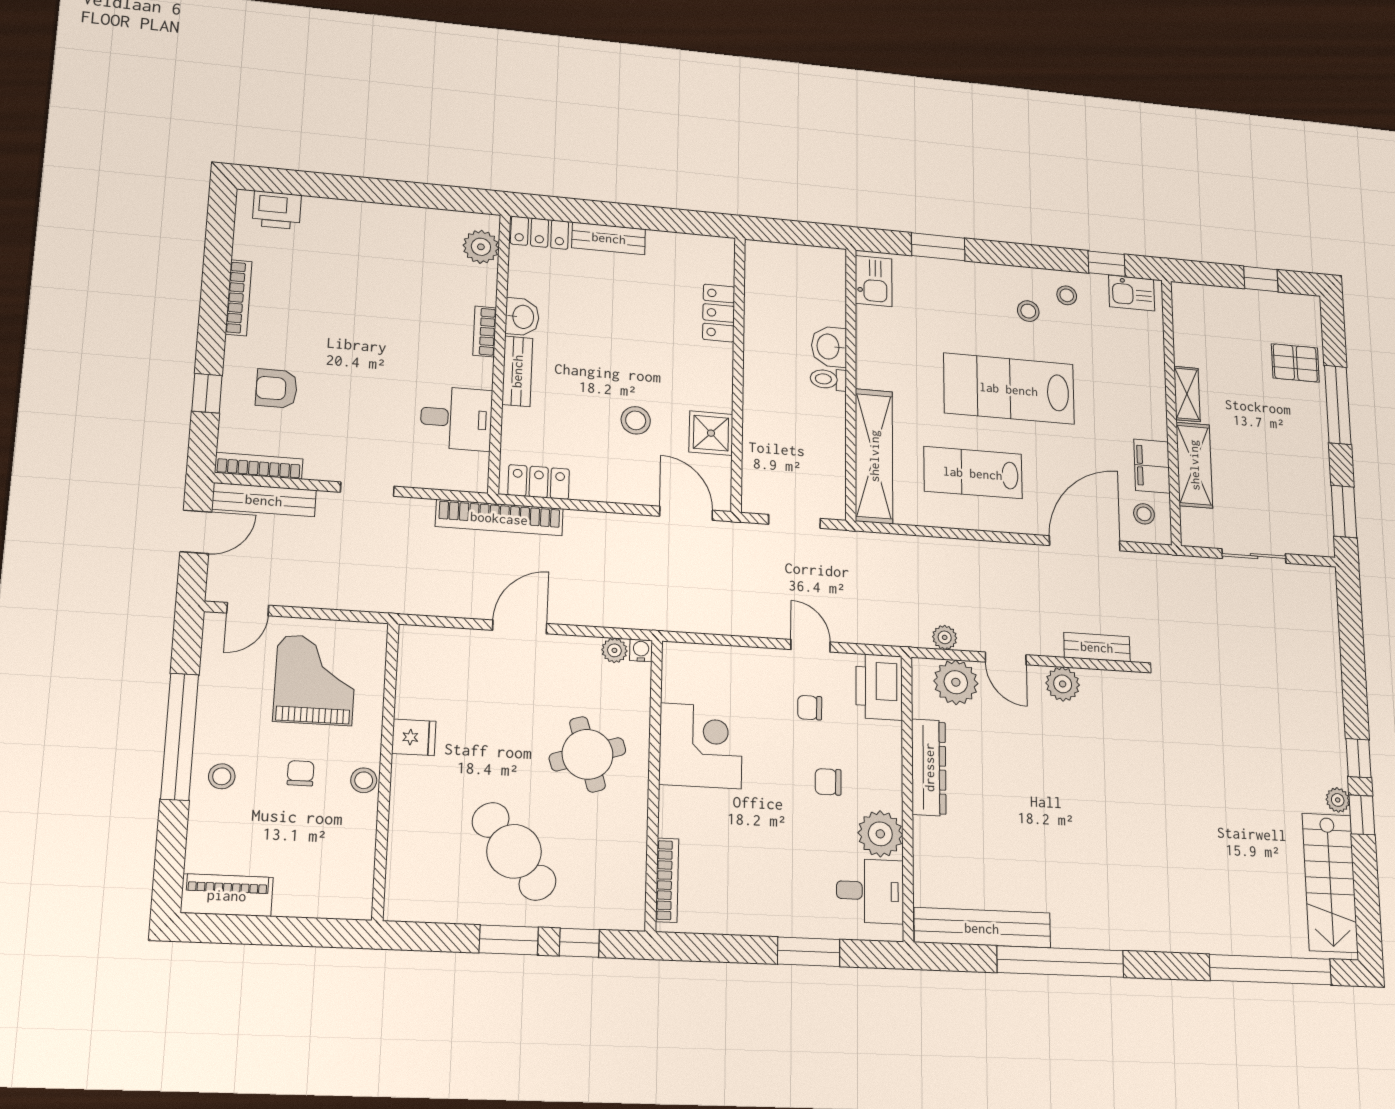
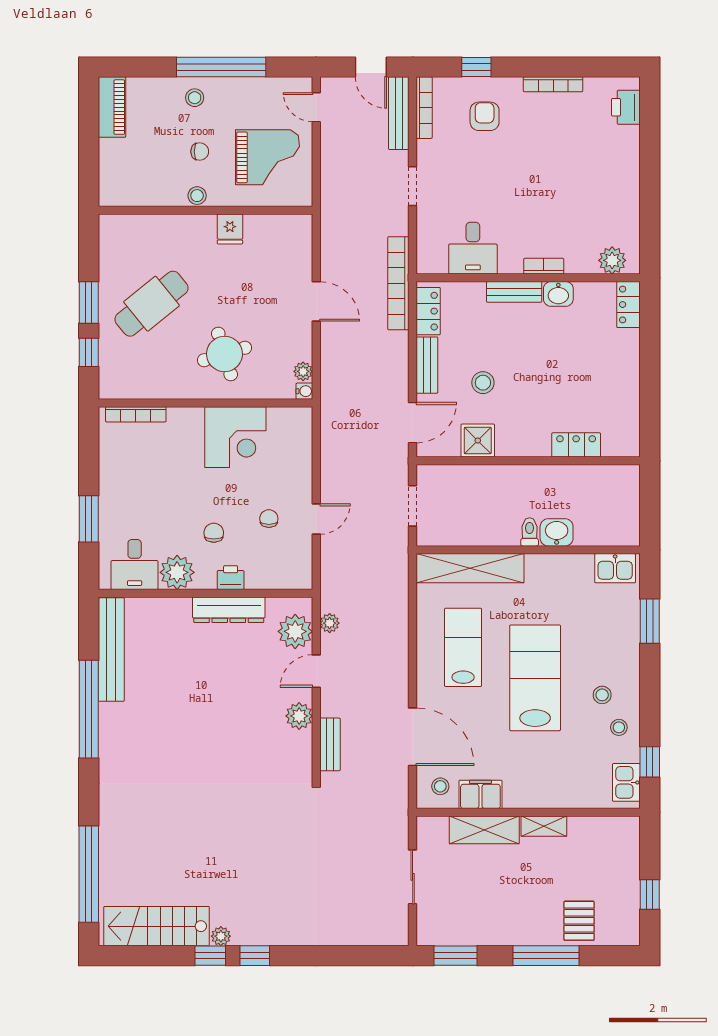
bench: (609, 238) -> (427, 365), moved
printer: (879, 687) -> (231, 578), moved, width x0.53, depth x0.68

